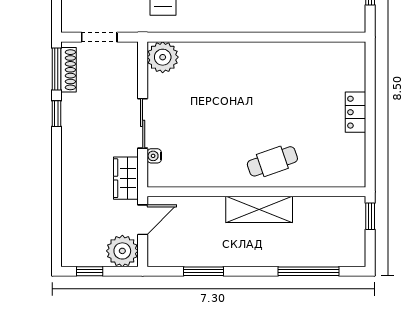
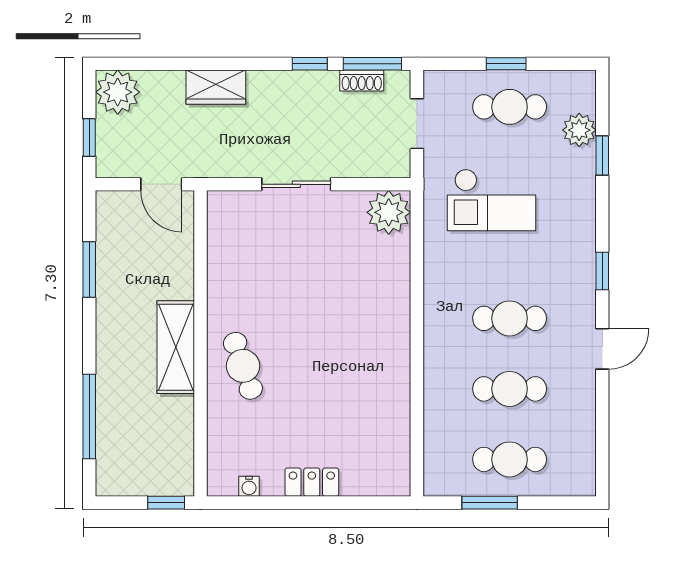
shoe rack: (68, 70) -> (362, 81), width x0.70
water cooler: (154, 156) -> (249, 486), moved, turned 180
wardrobe: (126, 178) -> (216, 87), moved, turned 180
plant: (122, 251) -> (118, 92), moved
window: (90, 271) -> (89, 137), moved

